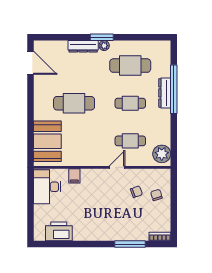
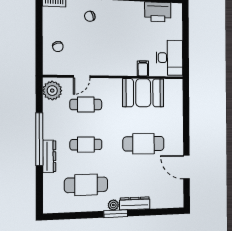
door: (30, 63) -> (186, 167), moved
window: (174, 89) -> (39, 139), moved
booth: (47, 141) -> (143, 93), moved, turned 90
door: (117, 167) -> (82, 77), moved
chair: (136, 192) -> (90, 16), moved

